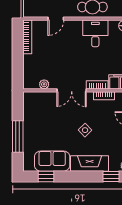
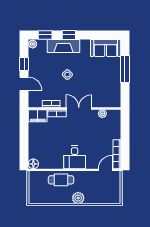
door: (56, 19) -> (105, 170), moved
desk: (95, 33) -> (75, 157), moved
sofa: (52, 161) -> (106, 48), moved
window: (46, 176) -> (69, 35), moved

